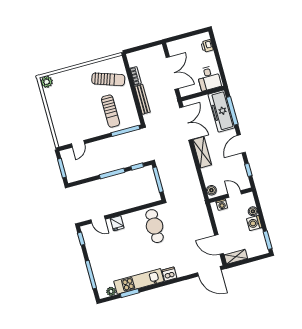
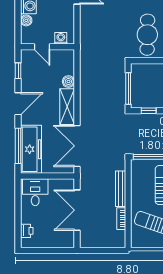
boiler: (211, 190) -> (68, 82), moved

